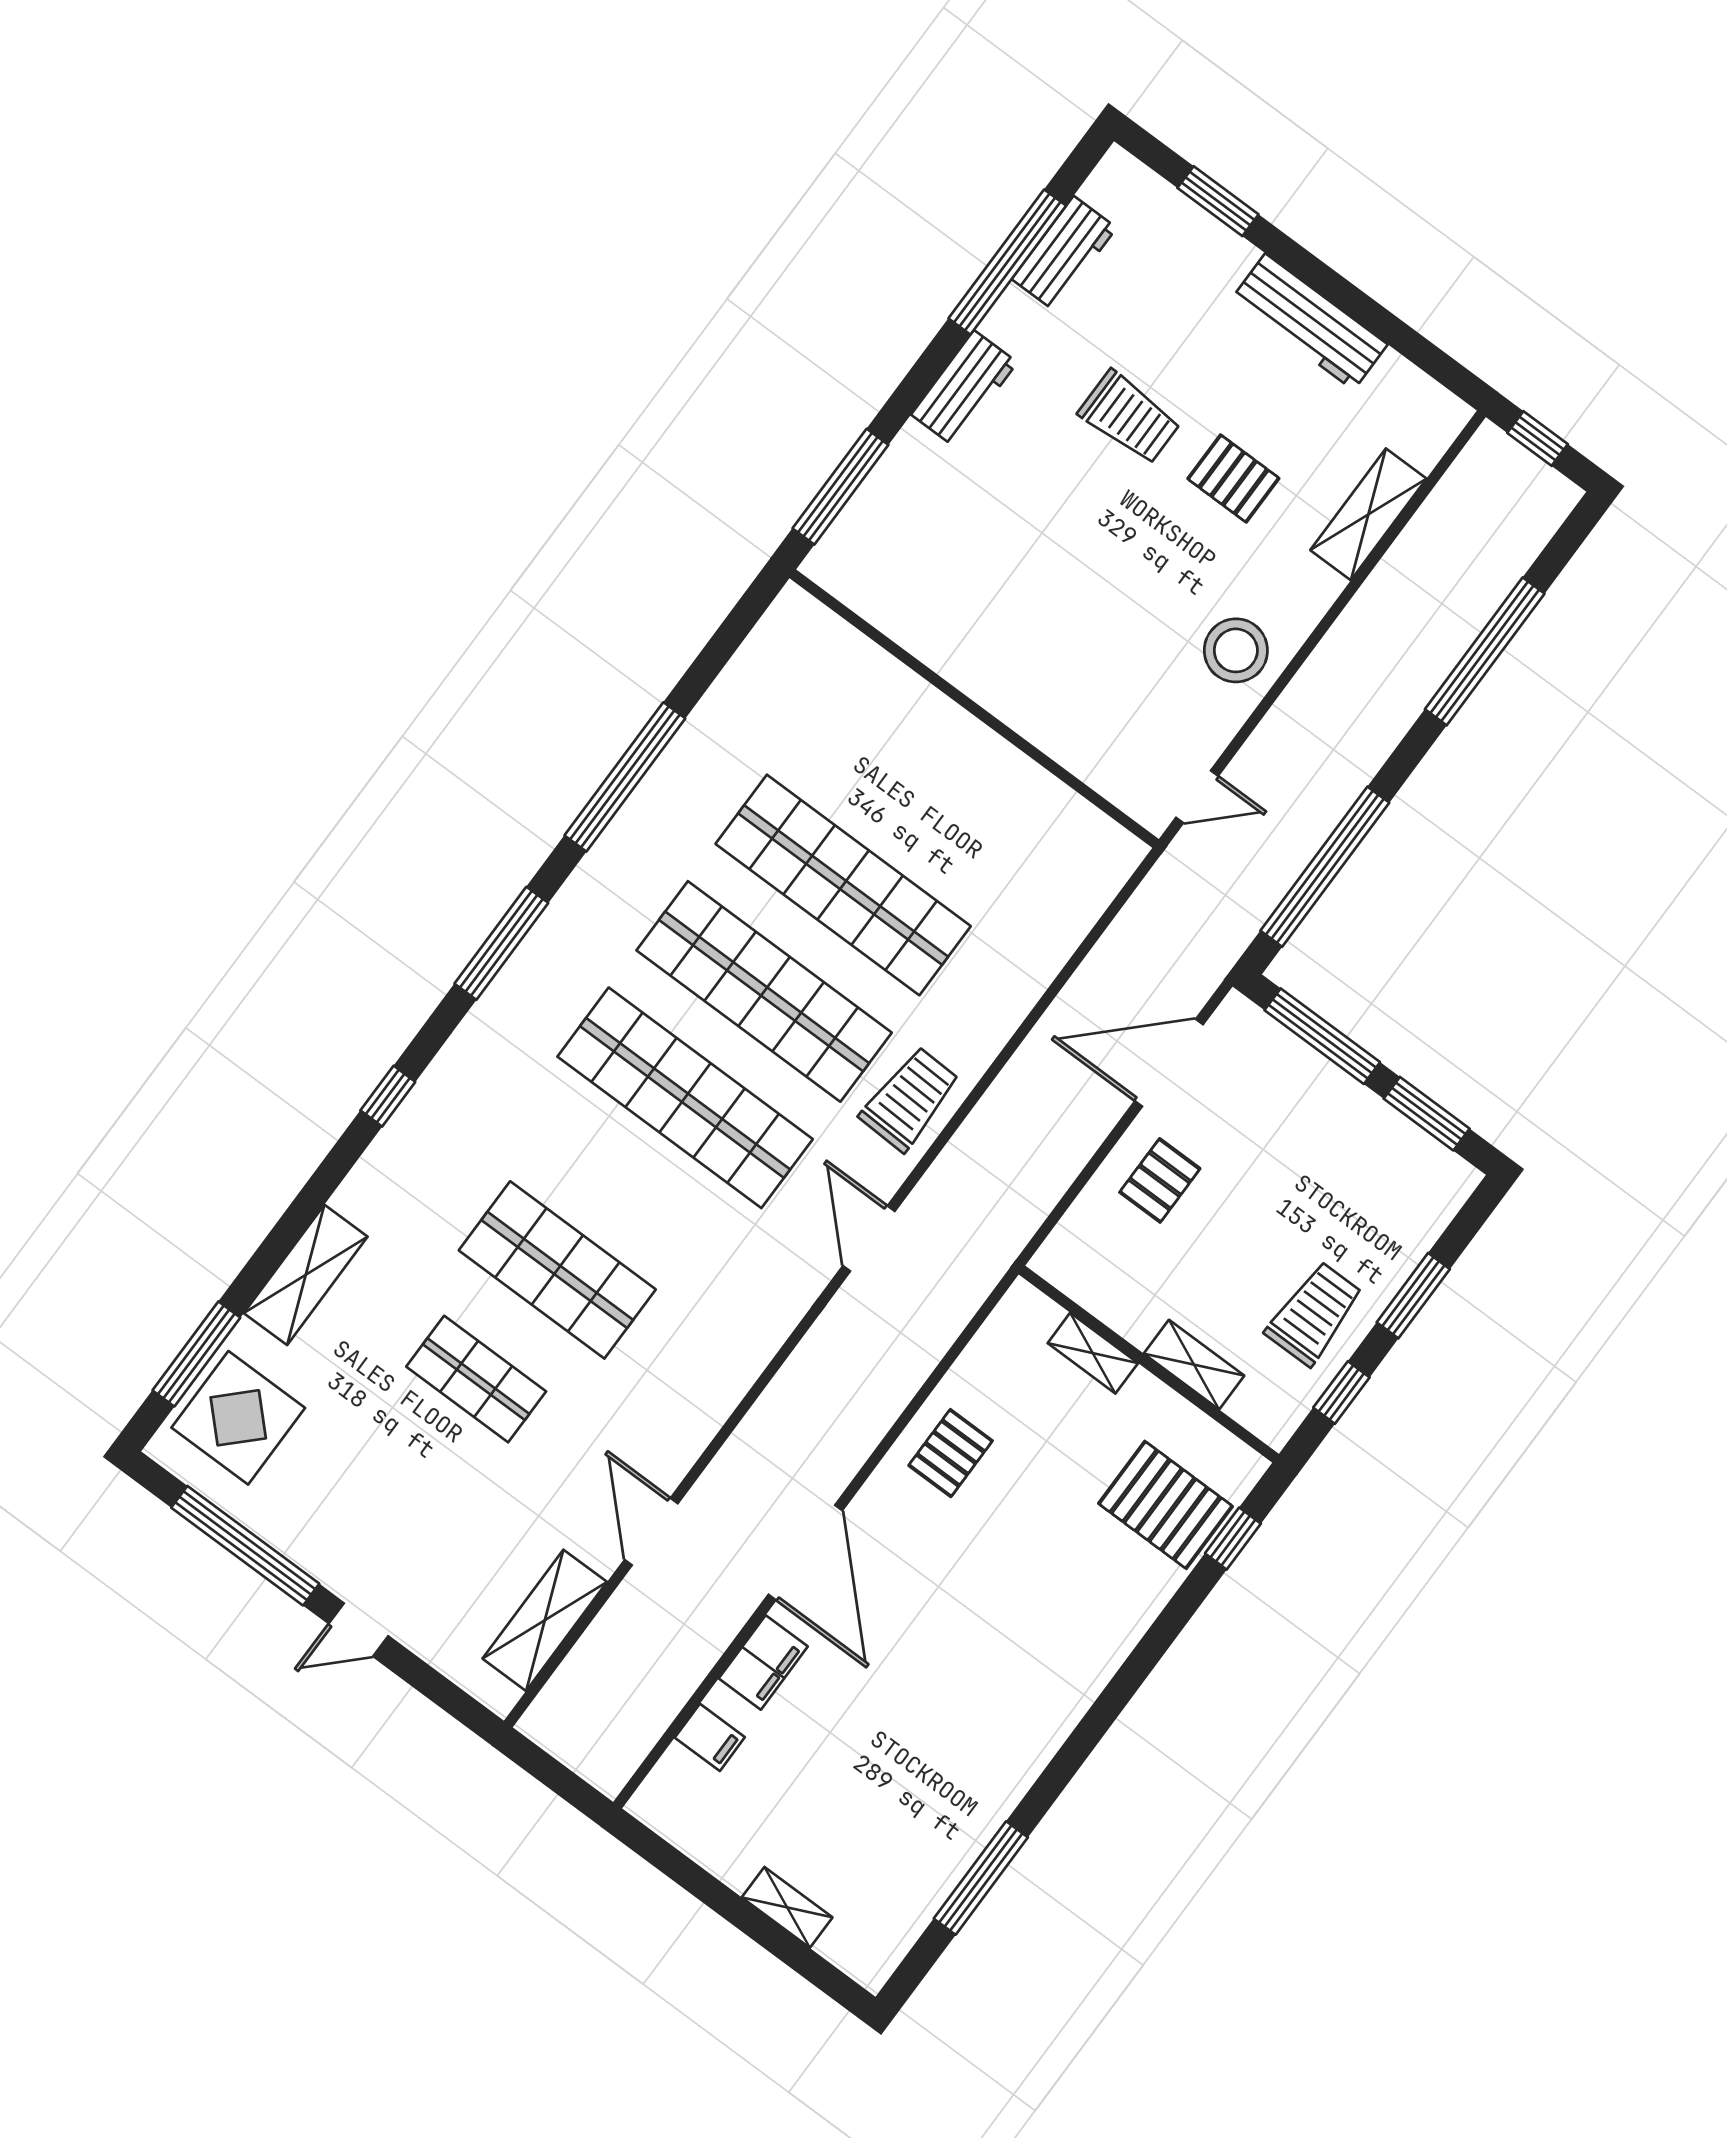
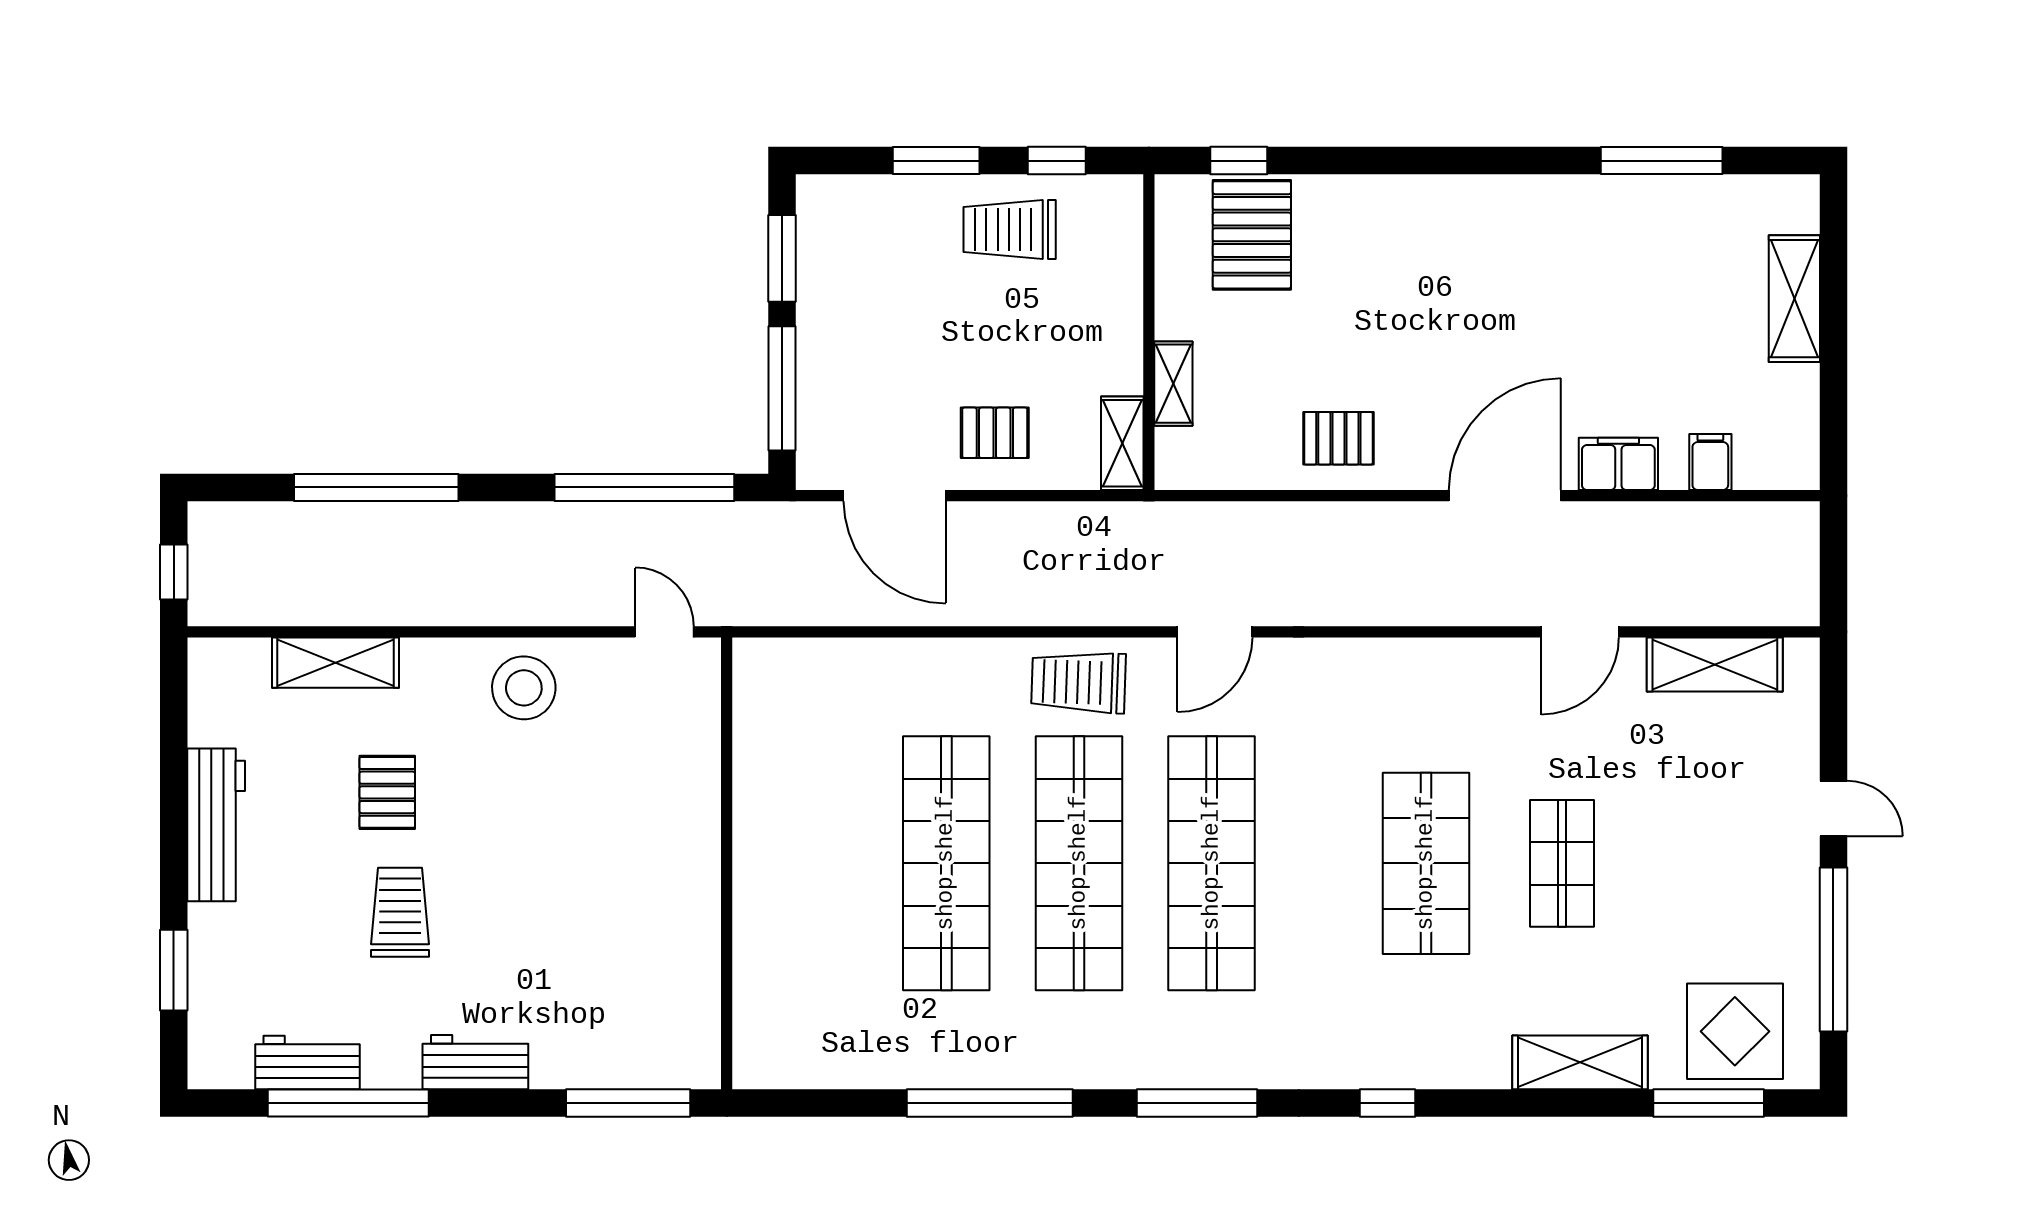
shelving: (1194, 1365) -> (1122, 443), moved
shelving: (787, 1907) -> (1794, 299), width x1.50, depth x1.33

